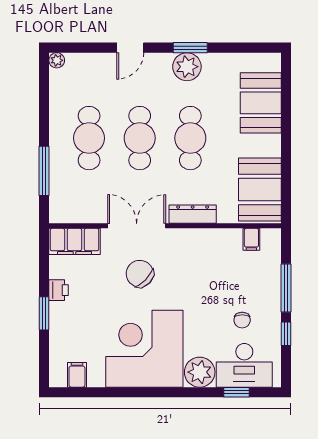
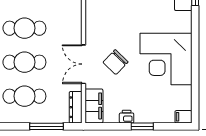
dresser: (193, 214) -> (76, 107), moved
plant: (200, 372) -> (182, 22), removed
filing cabinet: (77, 375) -> (183, 117), moved

